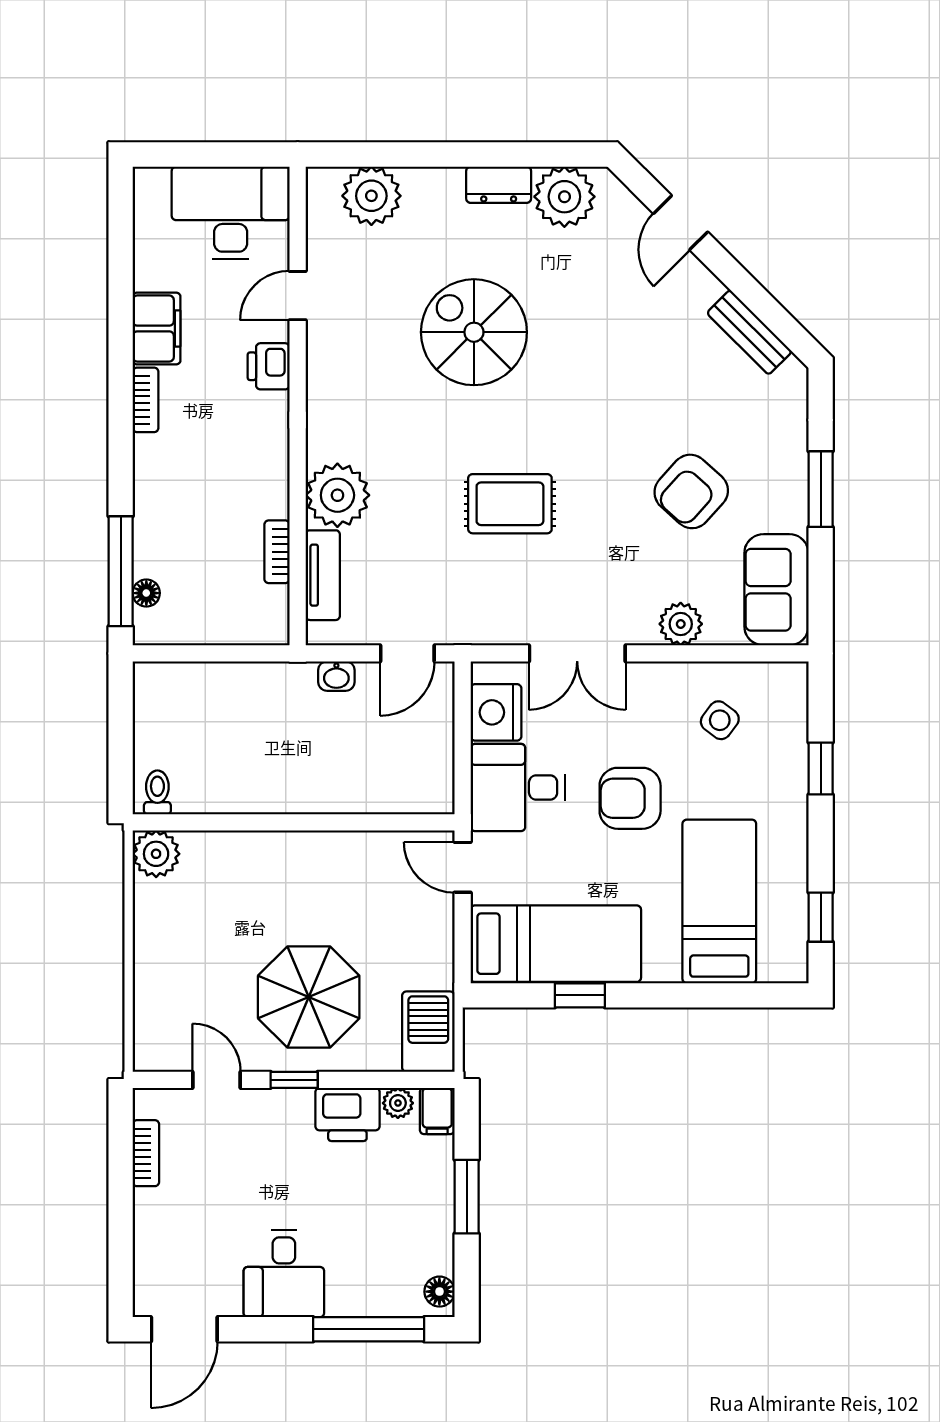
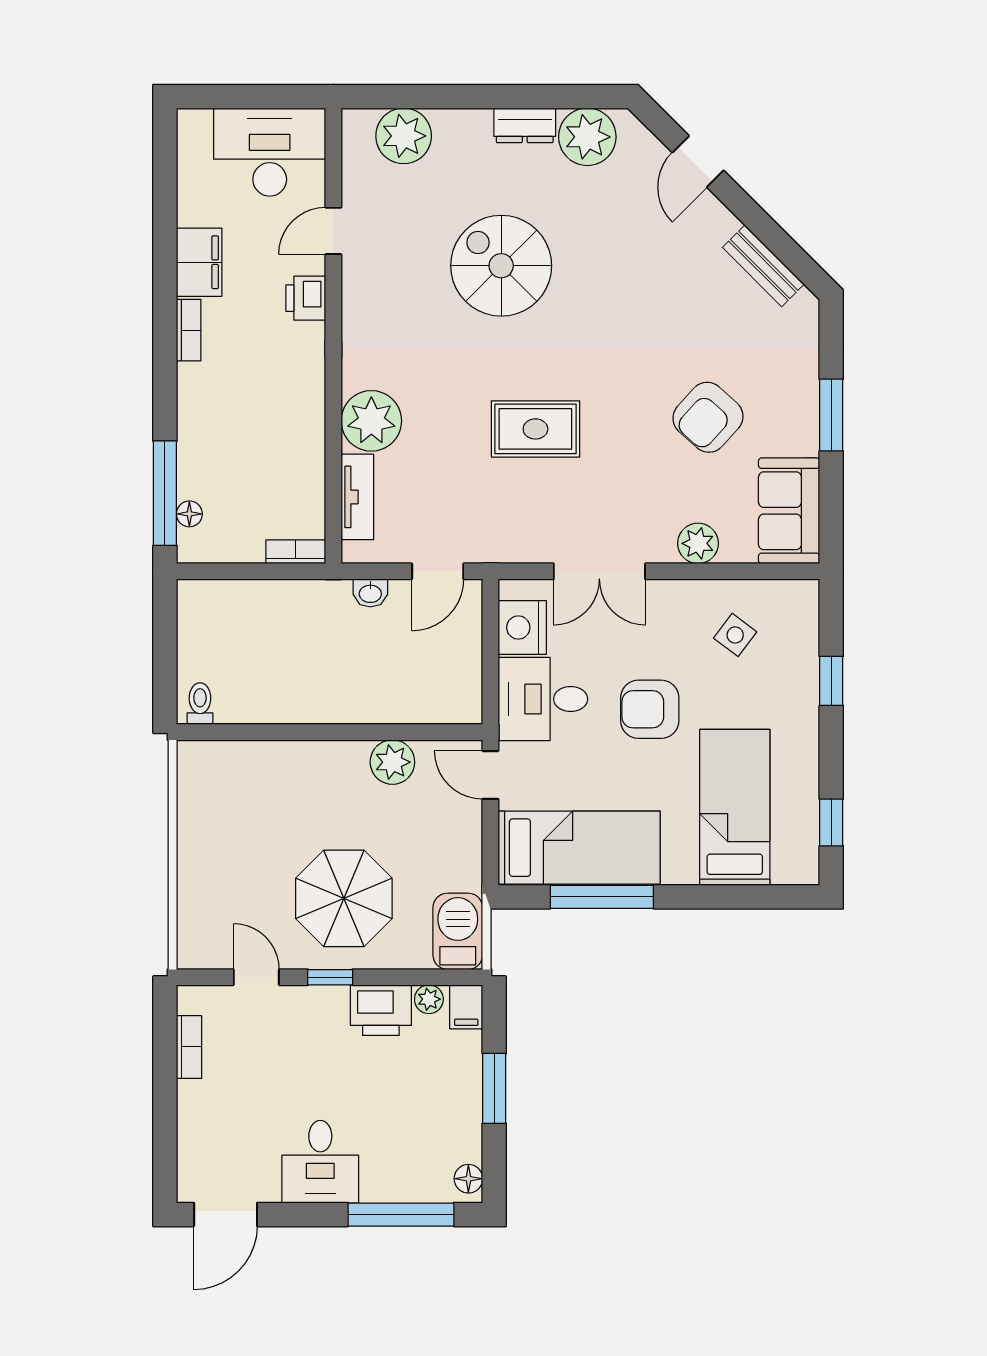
bookcase: (277, 552) -> (296, 552), moved, turned 90
plant: (156, 854) -> (392, 762), moved
window: (580, 995) -> (602, 897), width x2.17

